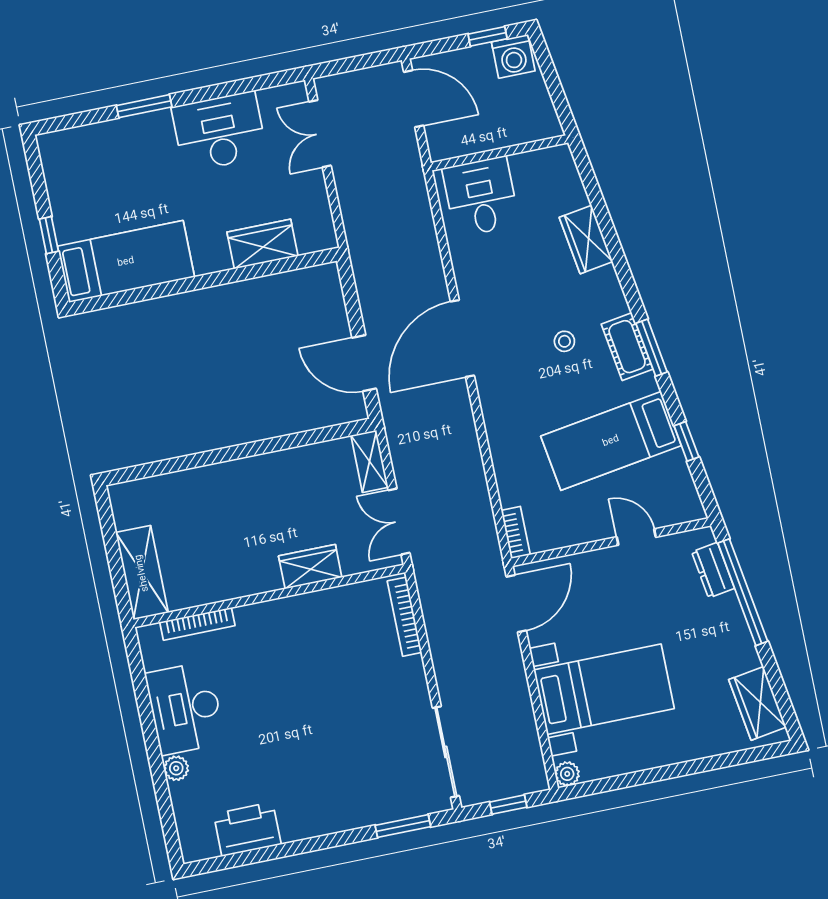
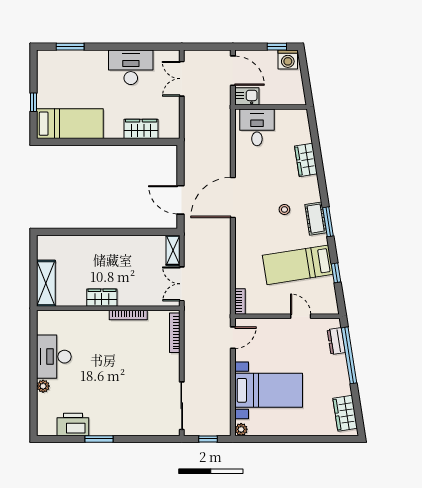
window: (144, 106) -> (70, 47), moved
kitchen sink: (450, 142) -> (247, 96), added
wardrobe: (310, 567) -> (102, 298), moved
door: (516, 604) -> (233, 338), width x0.73
bookcase: (197, 624) -> (128, 315), moved
window: (403, 826) -> (99, 439), moved

